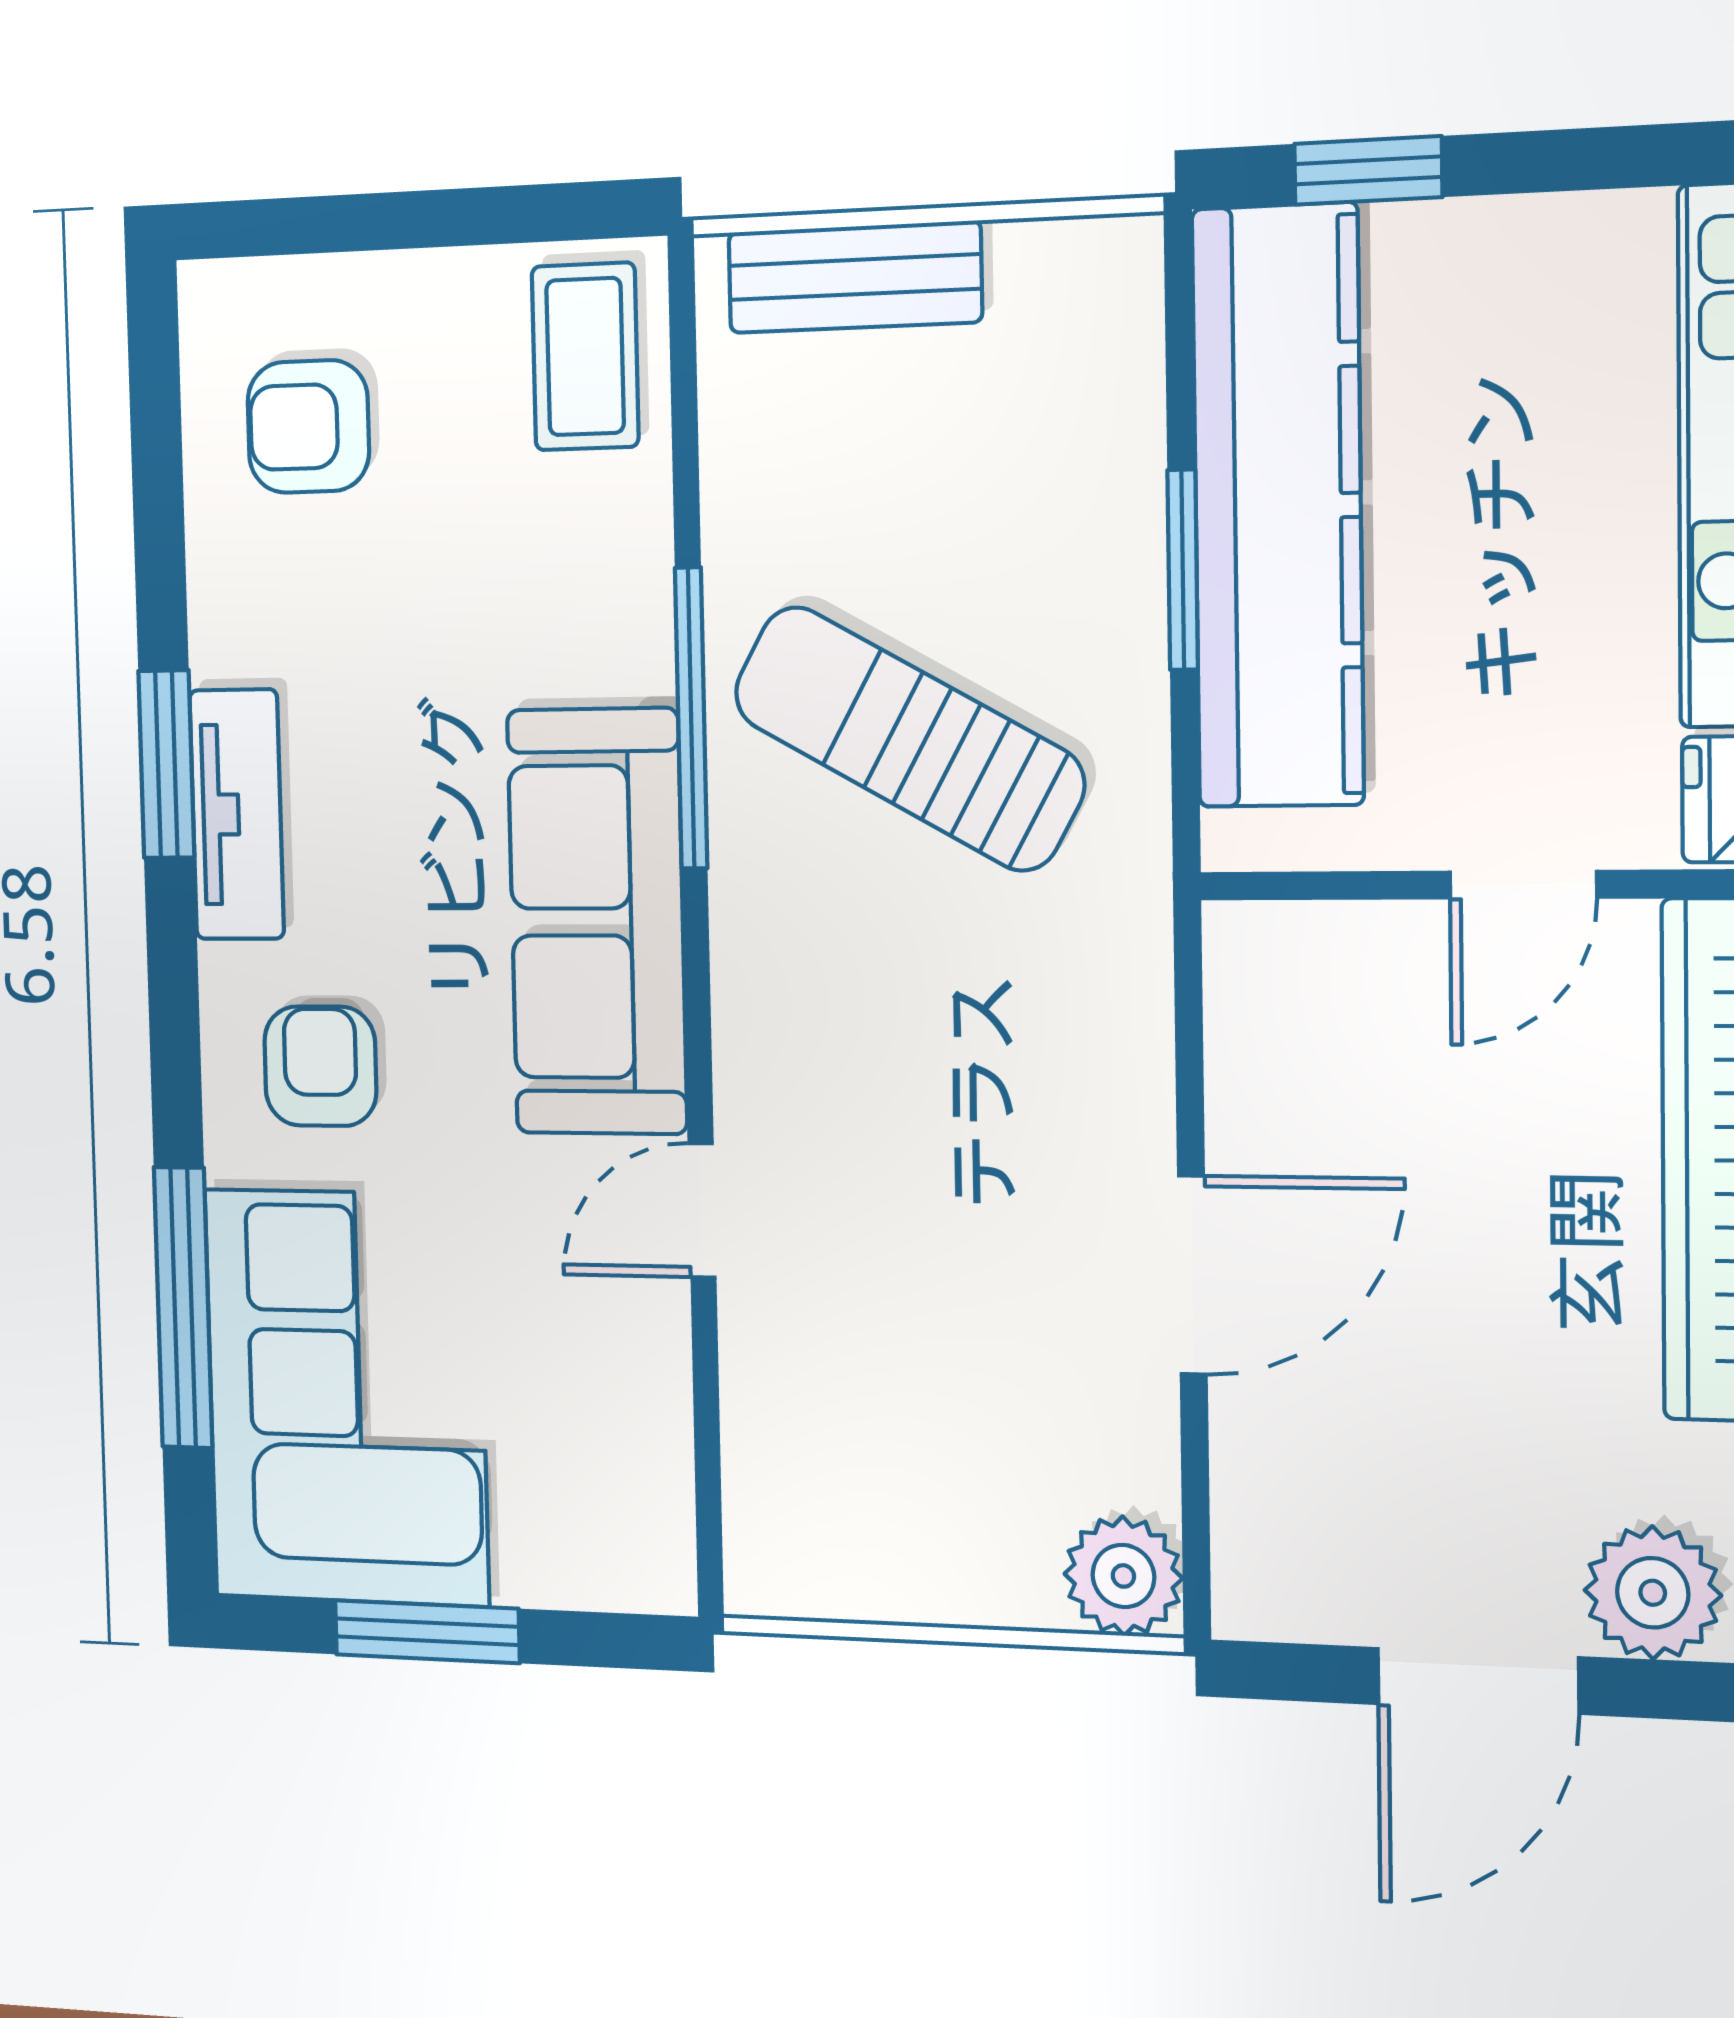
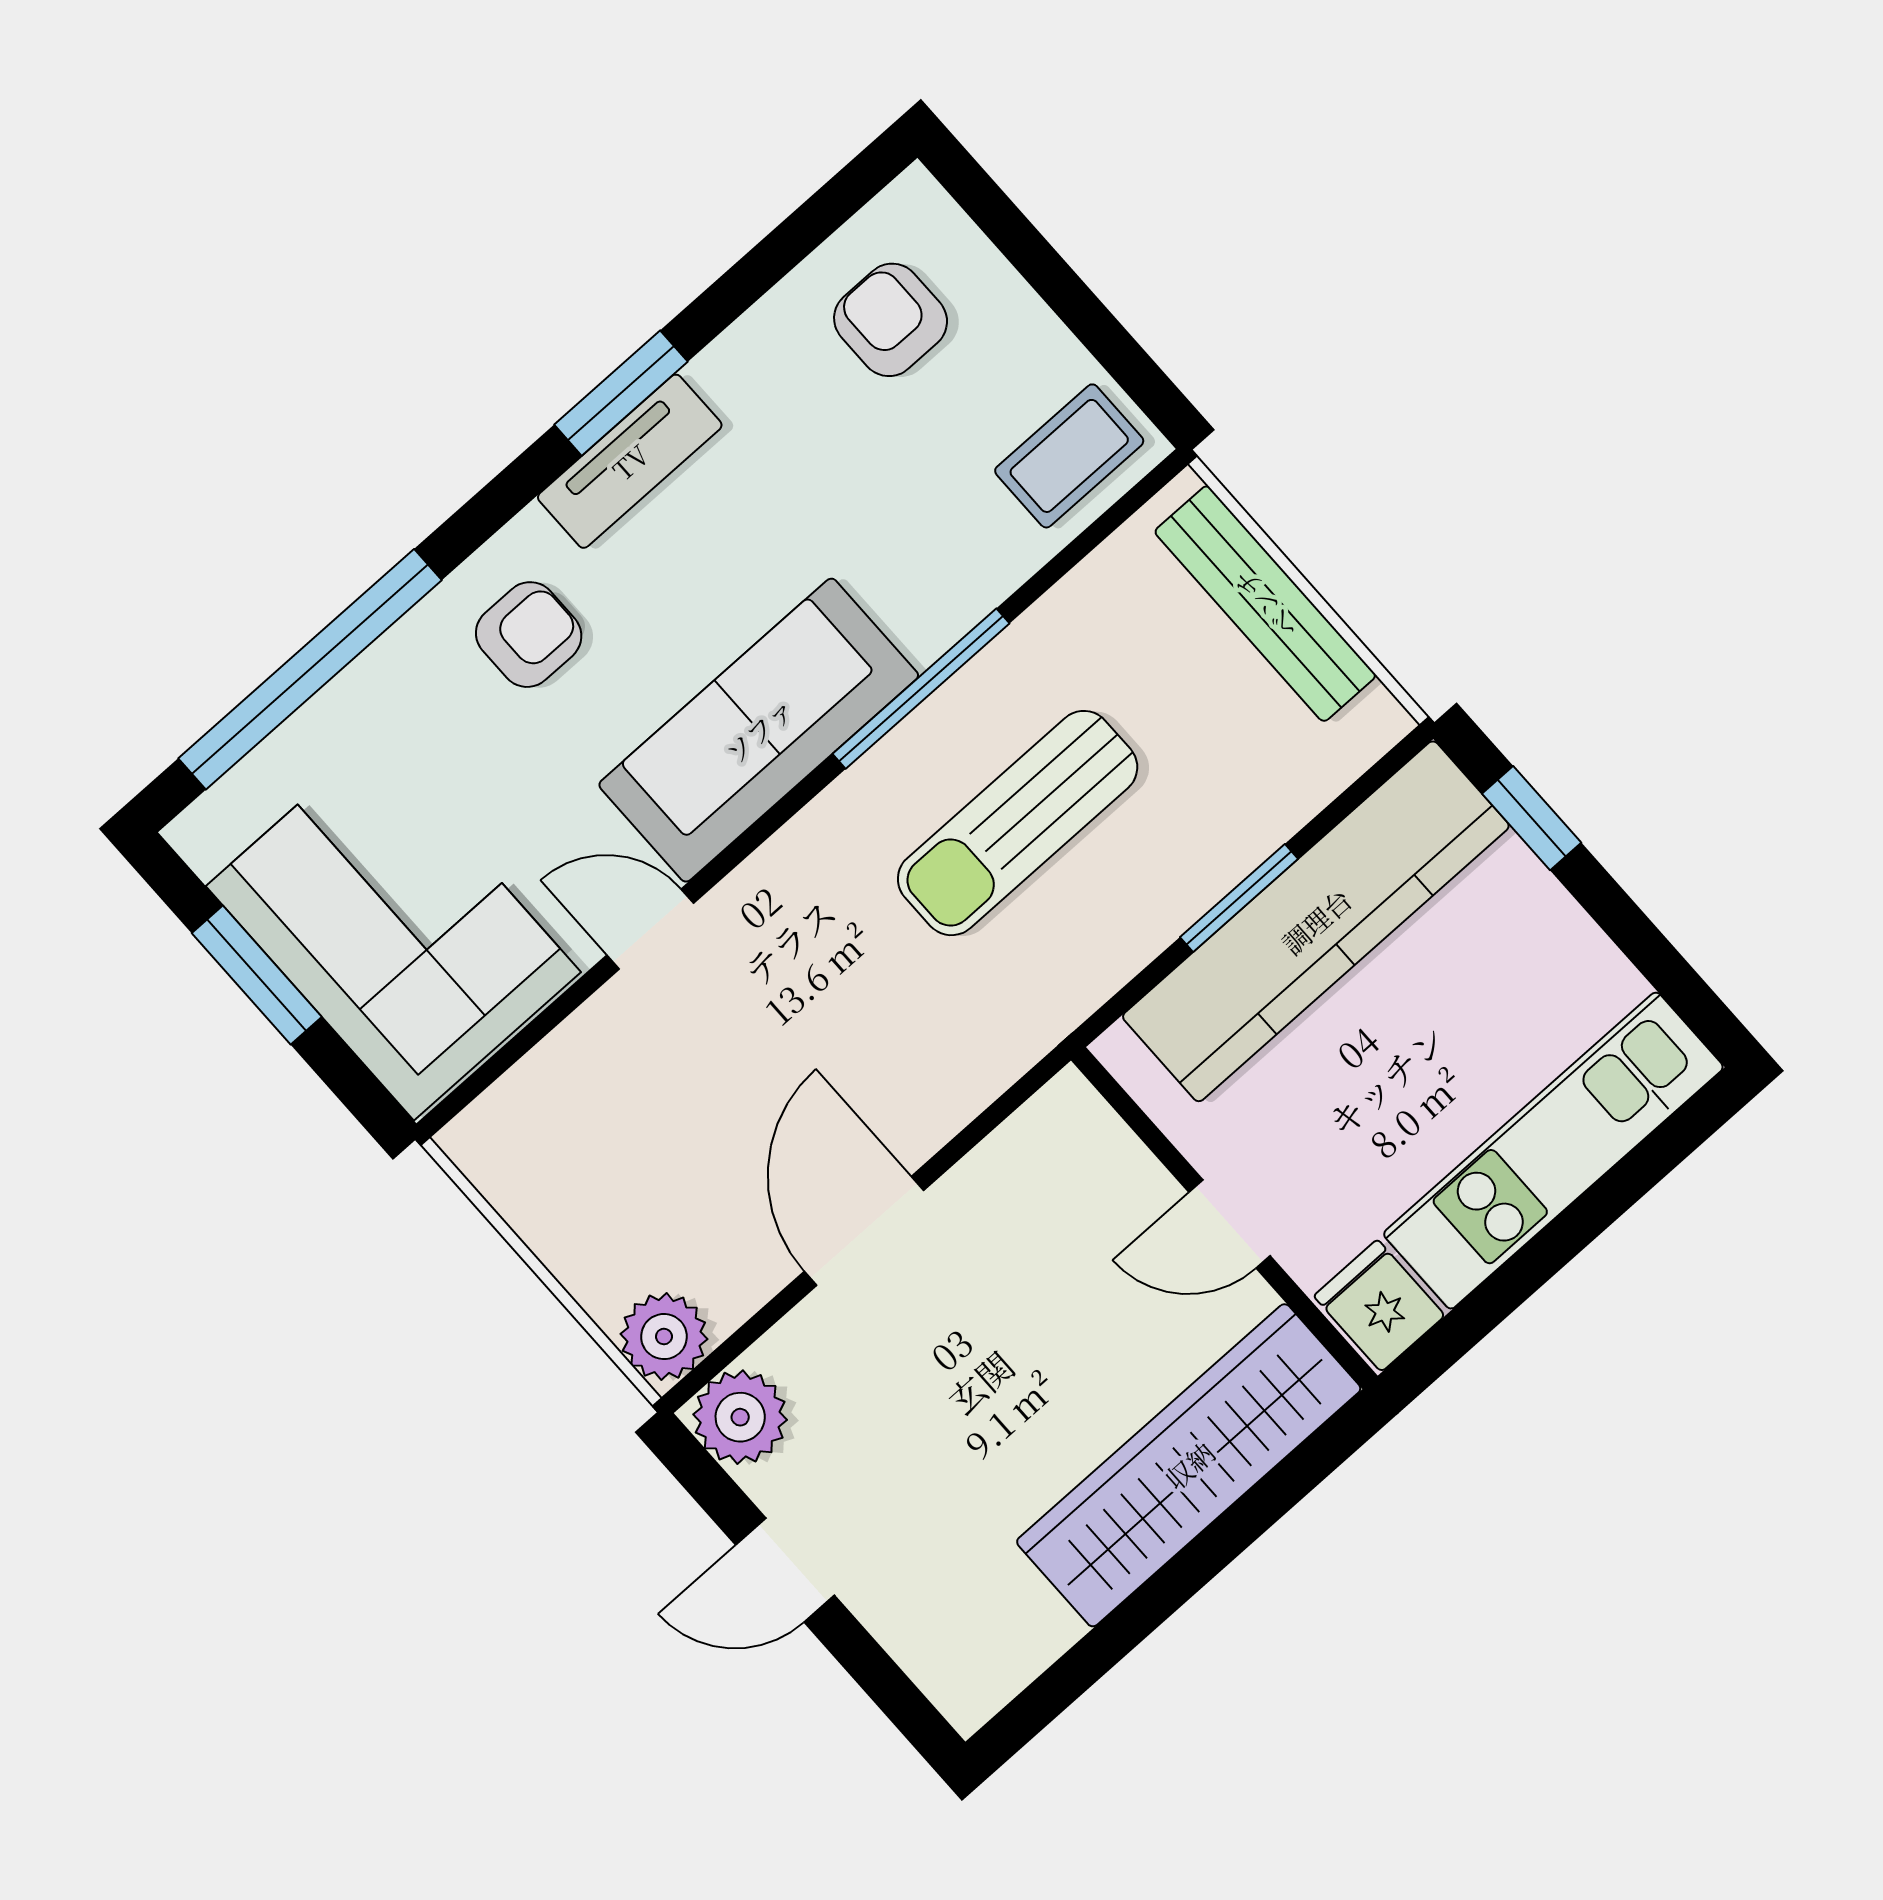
bench: (855, 277) -> (1265, 604), width x1.36
sun lounger: (909, 738) -> (1018, 823), turned -119
door: (1192, 1275) -> (864, 1231), swing flipped
window: (183, 1308) -> (310, 669), width x1.46
corner sofa: (346, 1397) -> (393, 929), moved, turned -90
plant: (1653, 1593) -> (740, 1417), moved
door: (1478, 1681) -> (785, 1570), width x0.73

